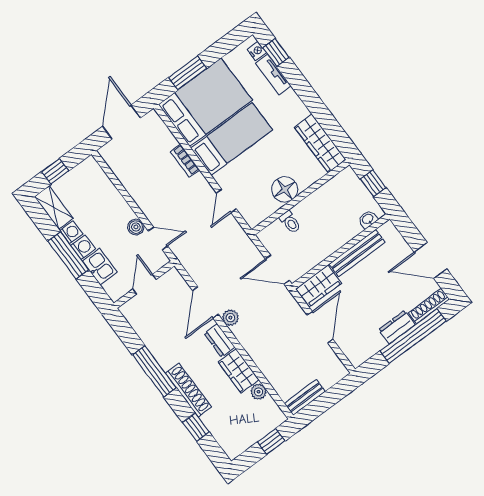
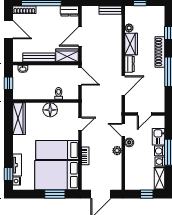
plant: (230, 318) -> (117, 151), moved
dresser: (397, 327) -> (69, 11), moved

